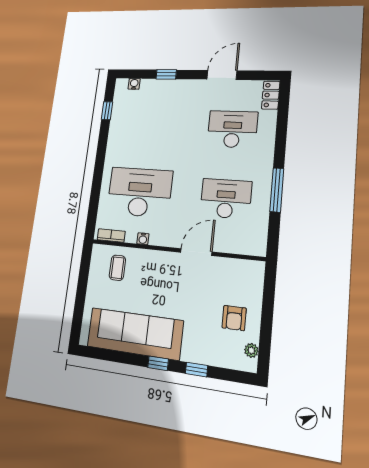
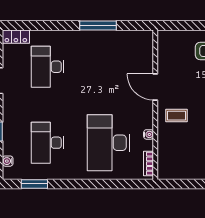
window: (107, 111) -> (34, 184), width x1.50
desk: (226, 199) -> (48, 143), moved
coffee table: (117, 268) -> (177, 116), moved

